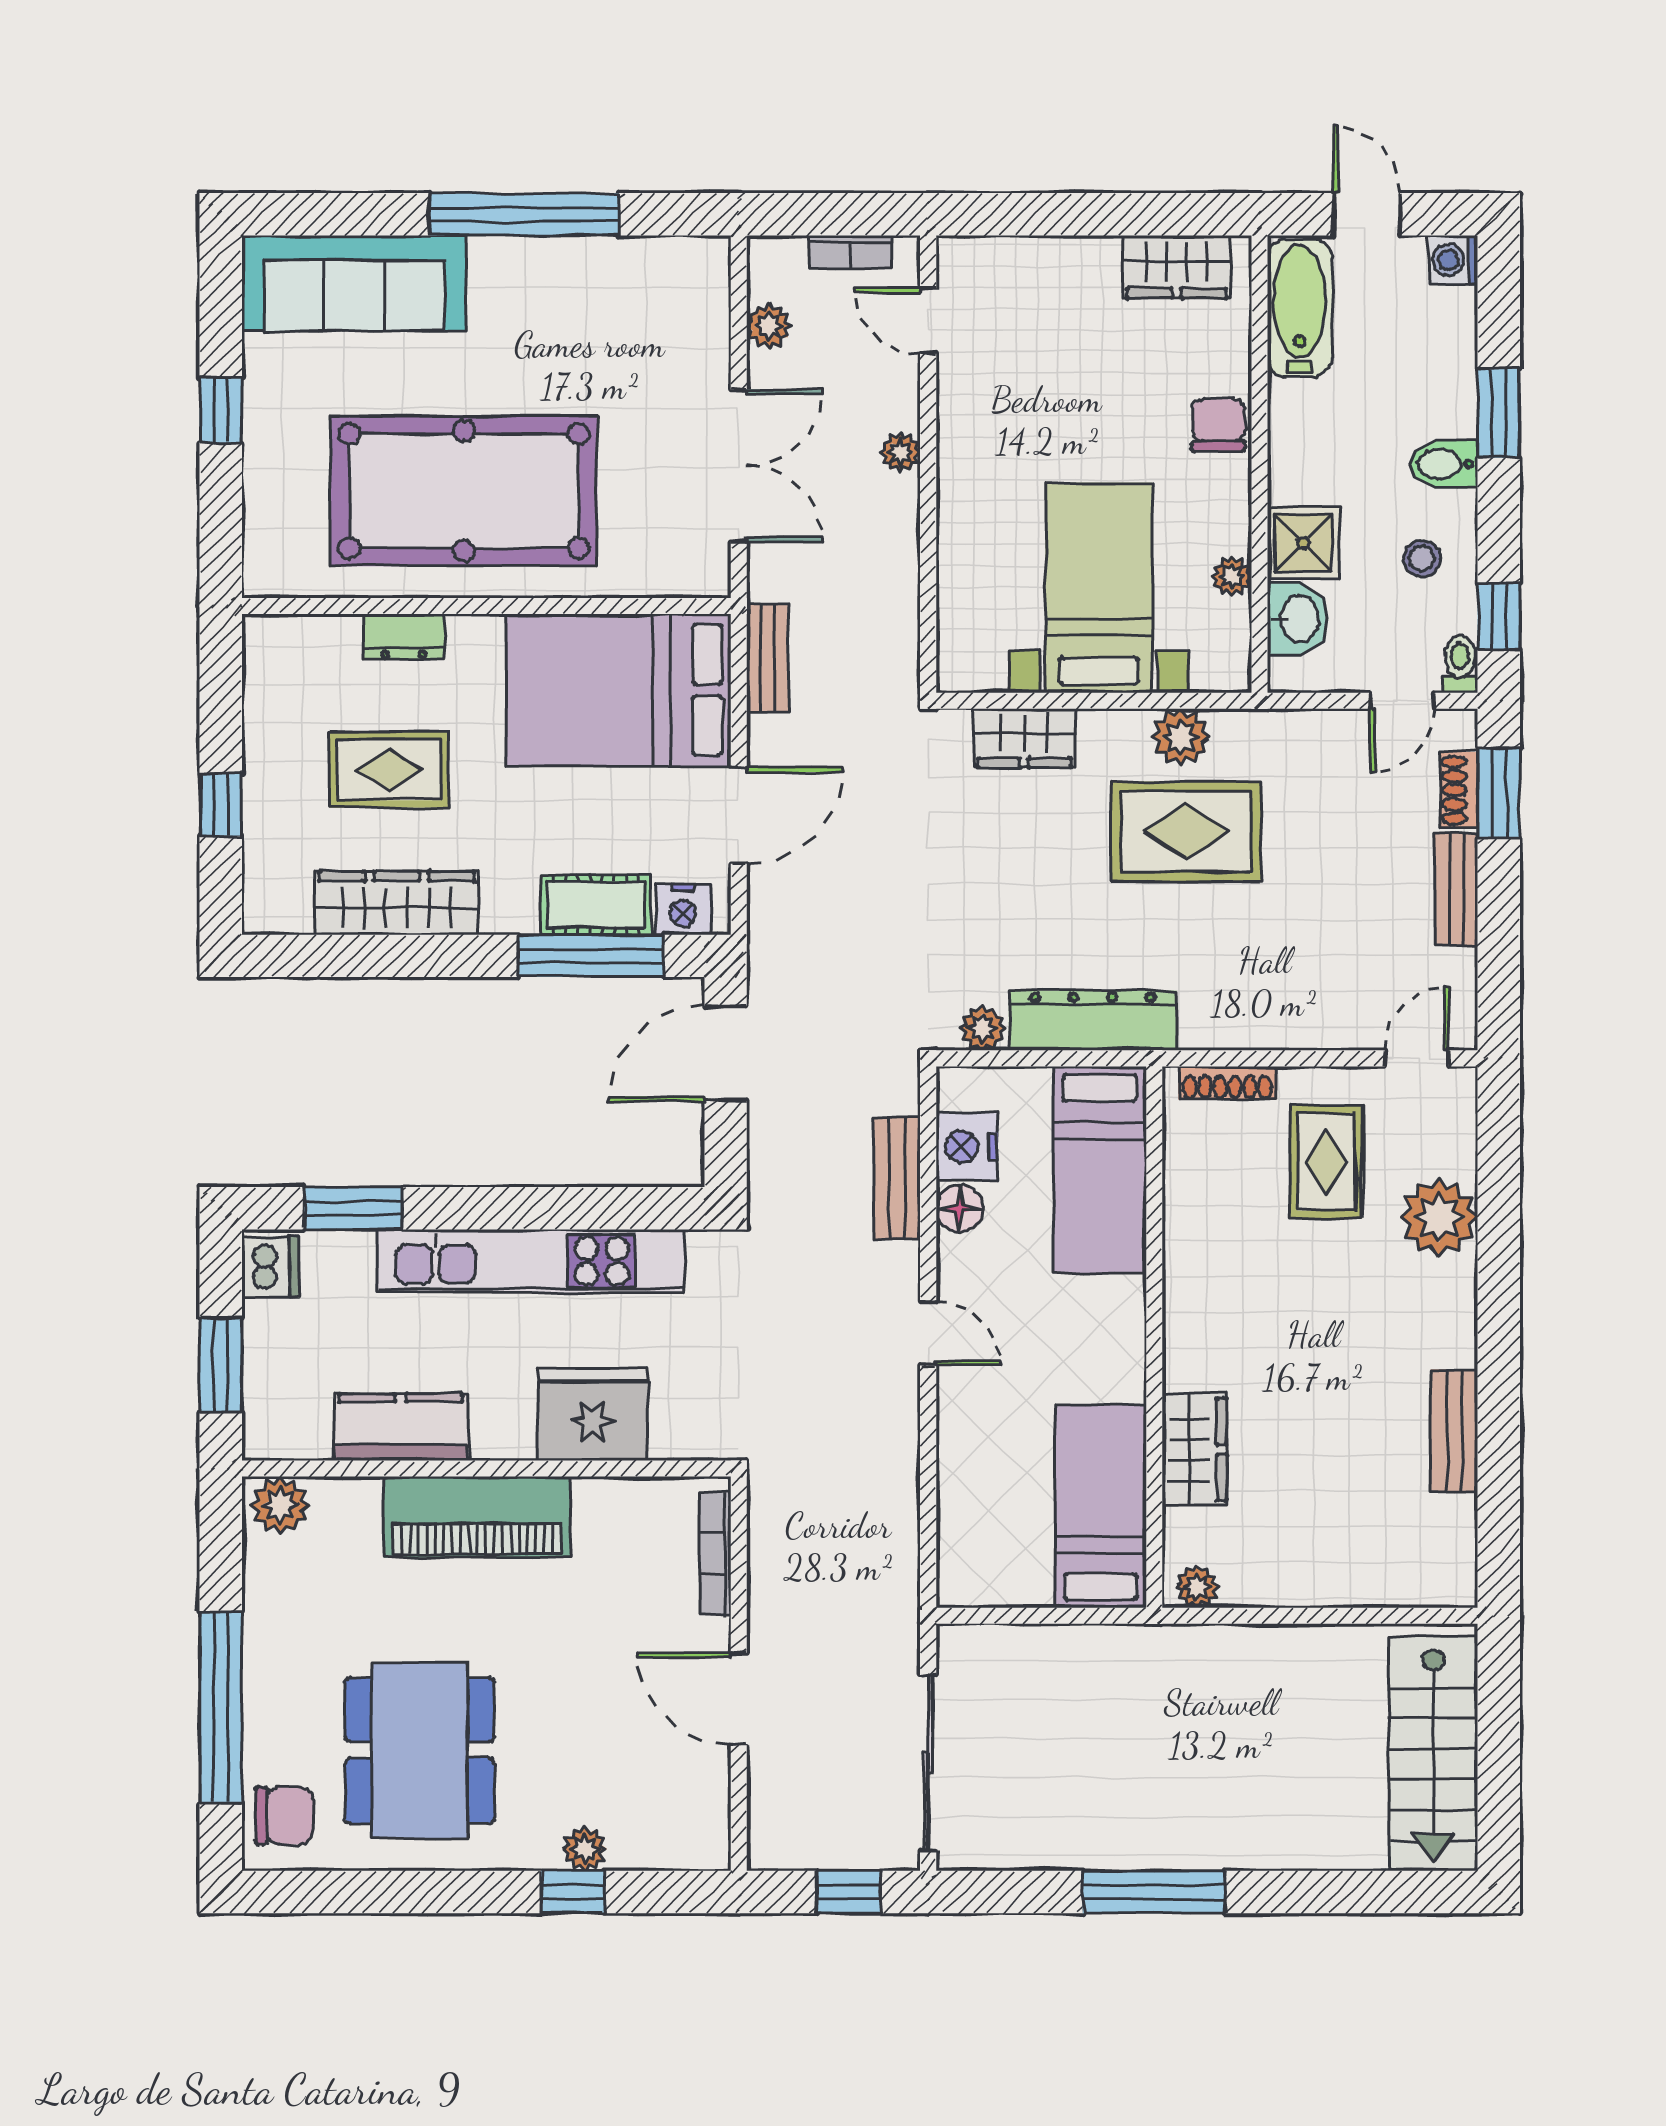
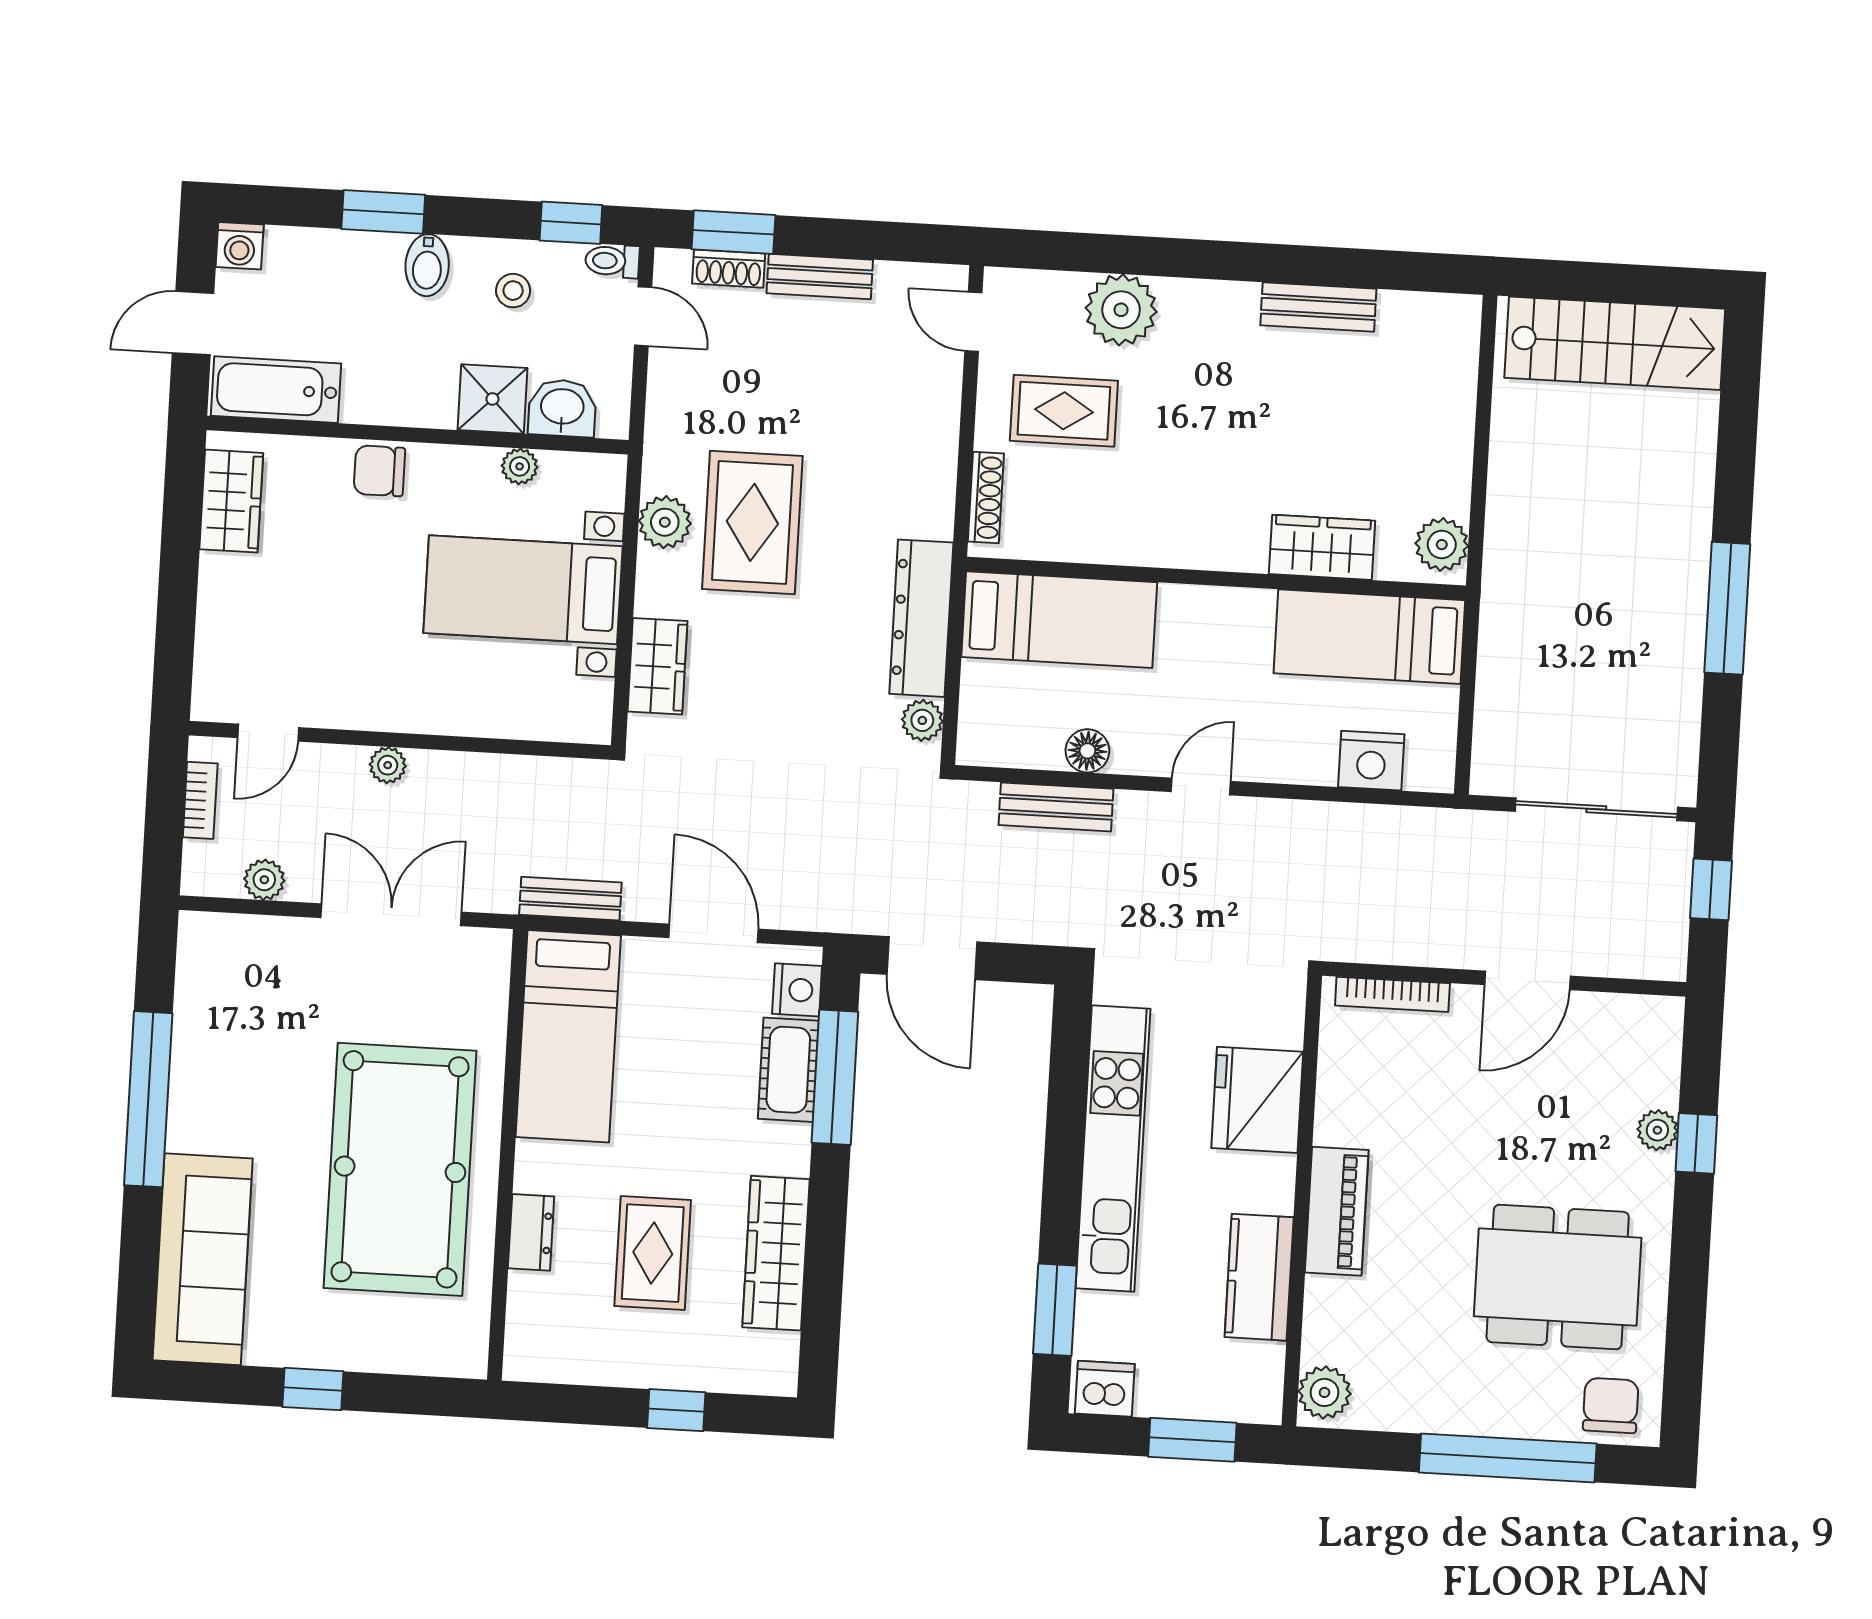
bed: (618, 690) -> (568, 1036), width x0.67
nightstand: (967, 1147) -> (1371, 761), moved
piano: (477, 1517) -> (1337, 1211), width x0.73, depth x0.75
plant: (1197, 1587) -> (1442, 545), width x1.38, depth x1.38

